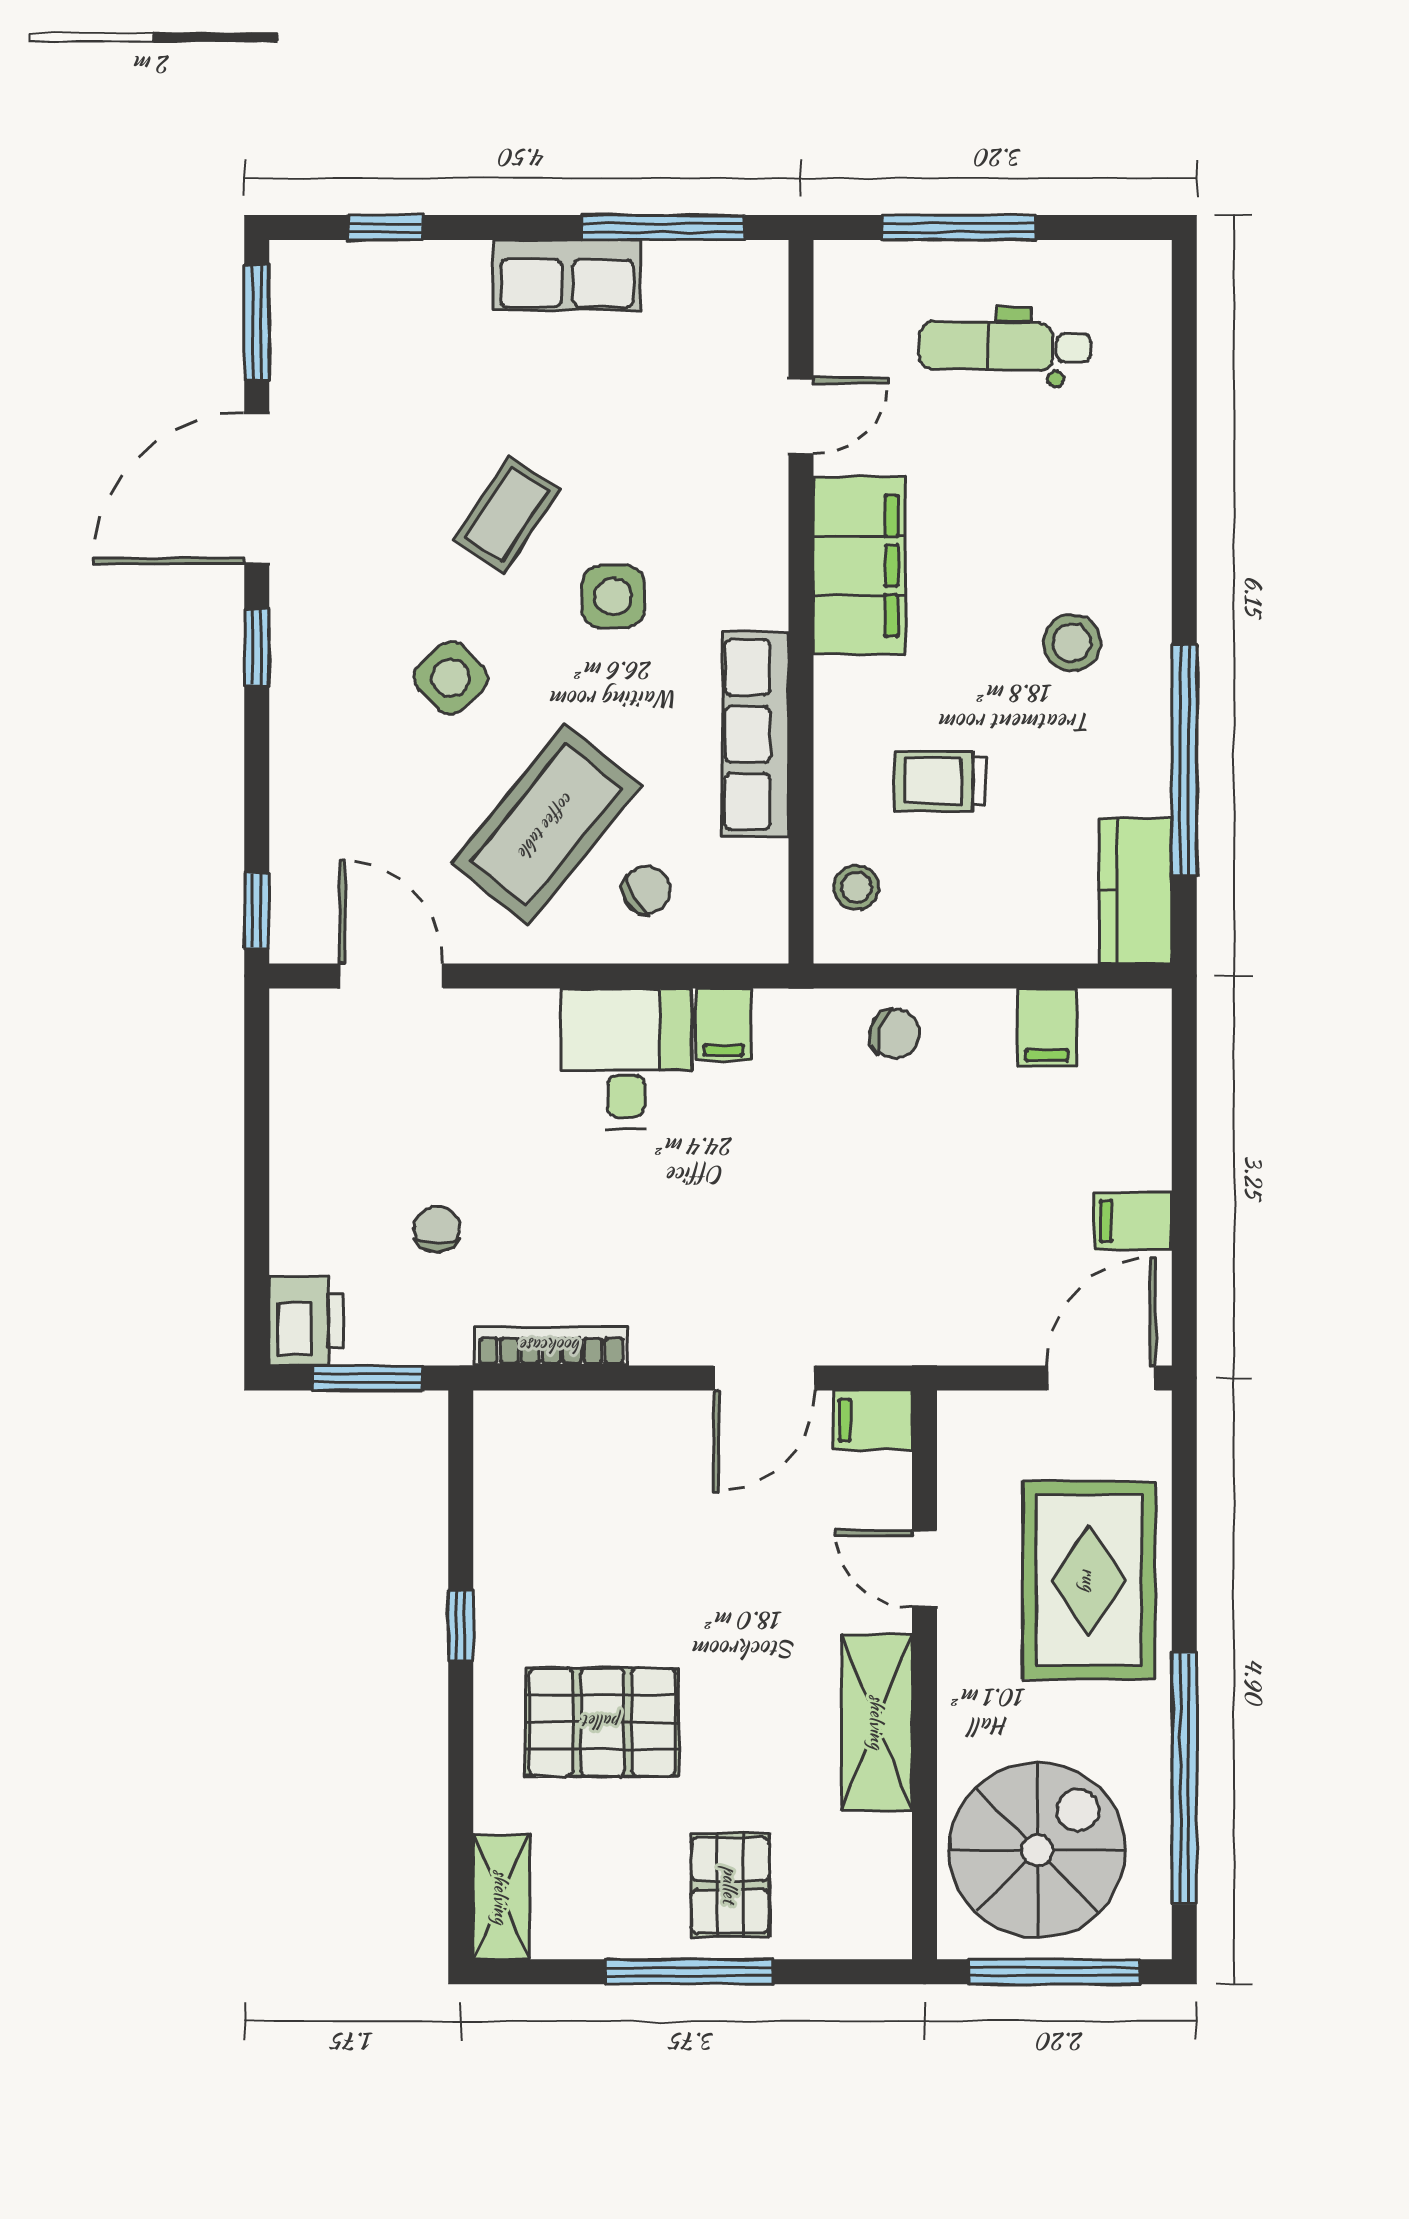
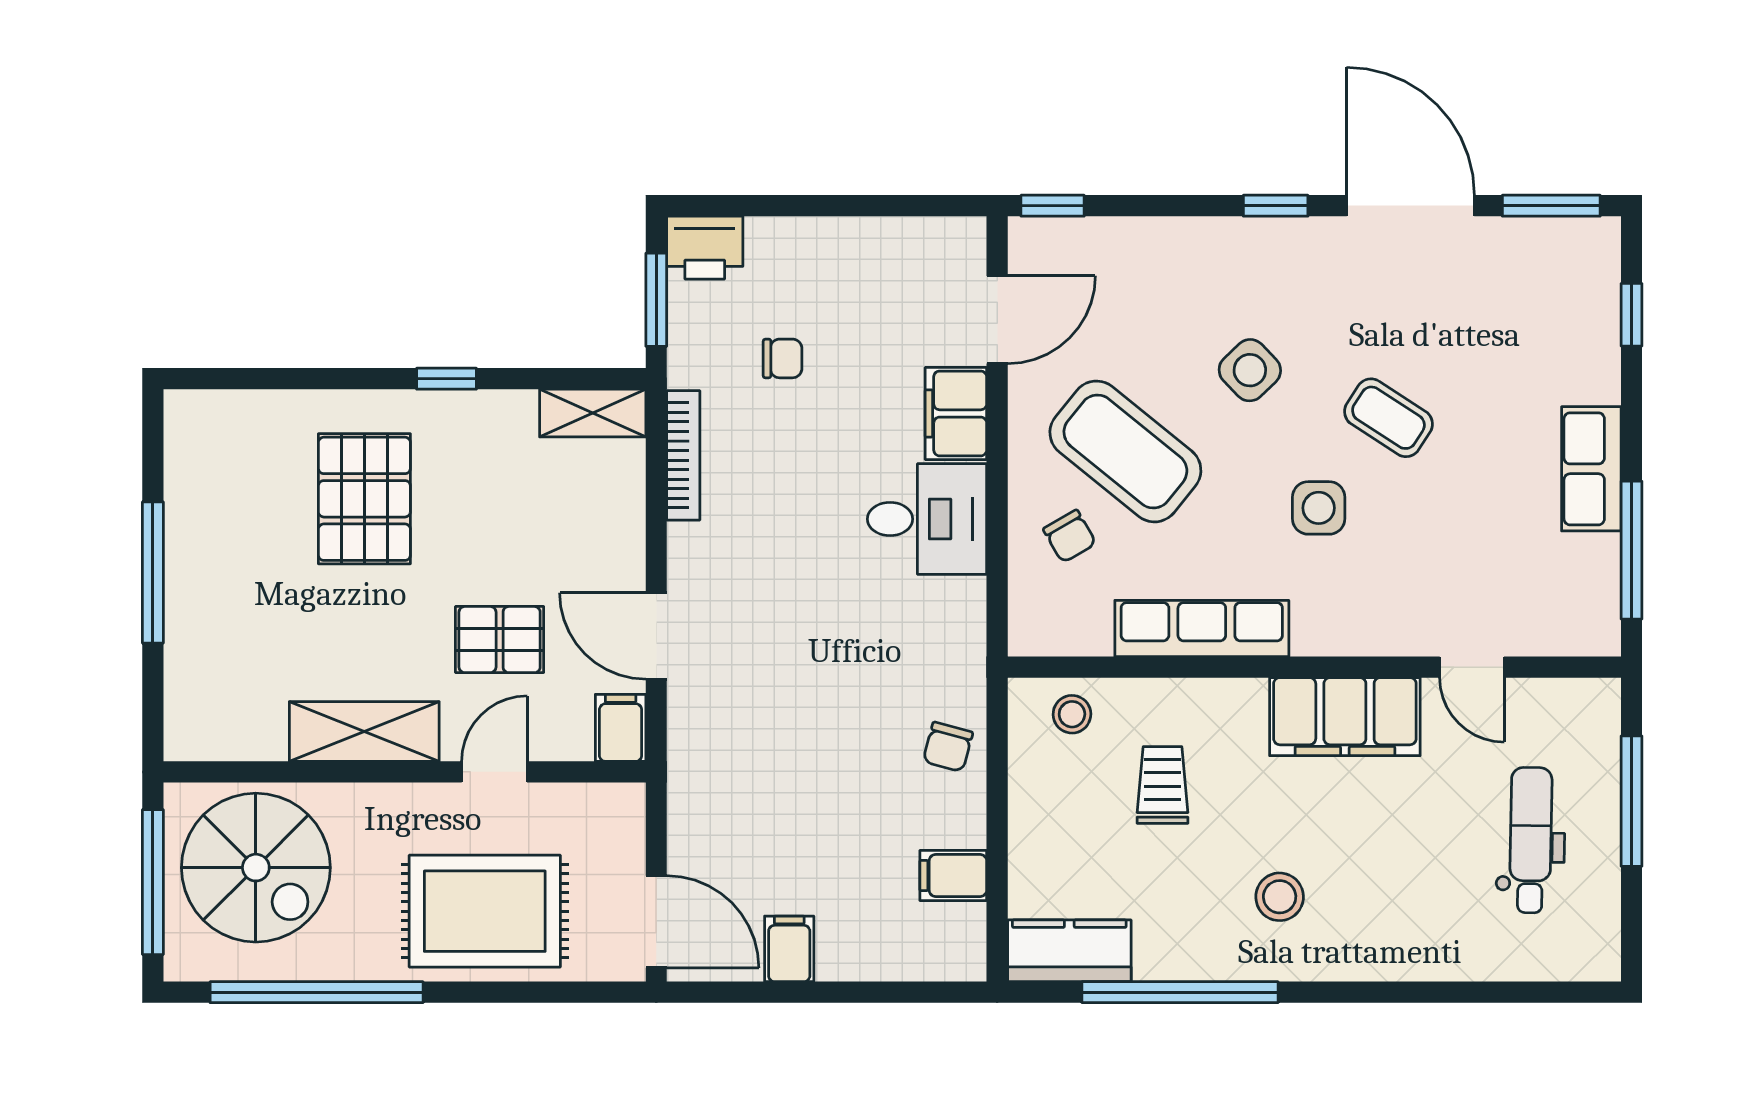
filing cabinet: (724, 1025) -> (956, 413), moved, width x2.00
pallet: (730, 1885) -> (500, 640), moved
shelving: (501, 1897) -> (593, 413), moved

